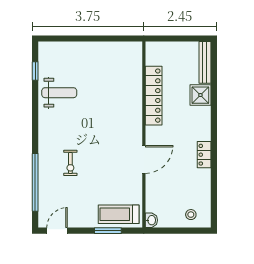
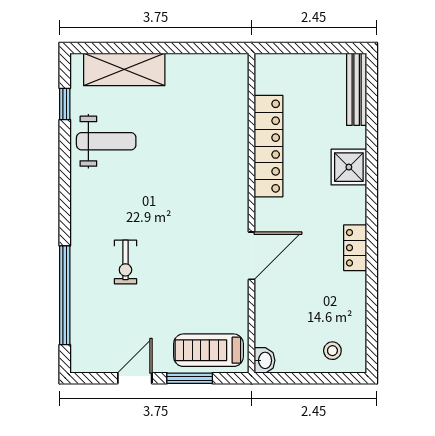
shelving: (70, 51) -> (124, 69), added
shower: (200, 95) -> (349, 167), moved
door: (57, 231) -> (135, 378), moved

